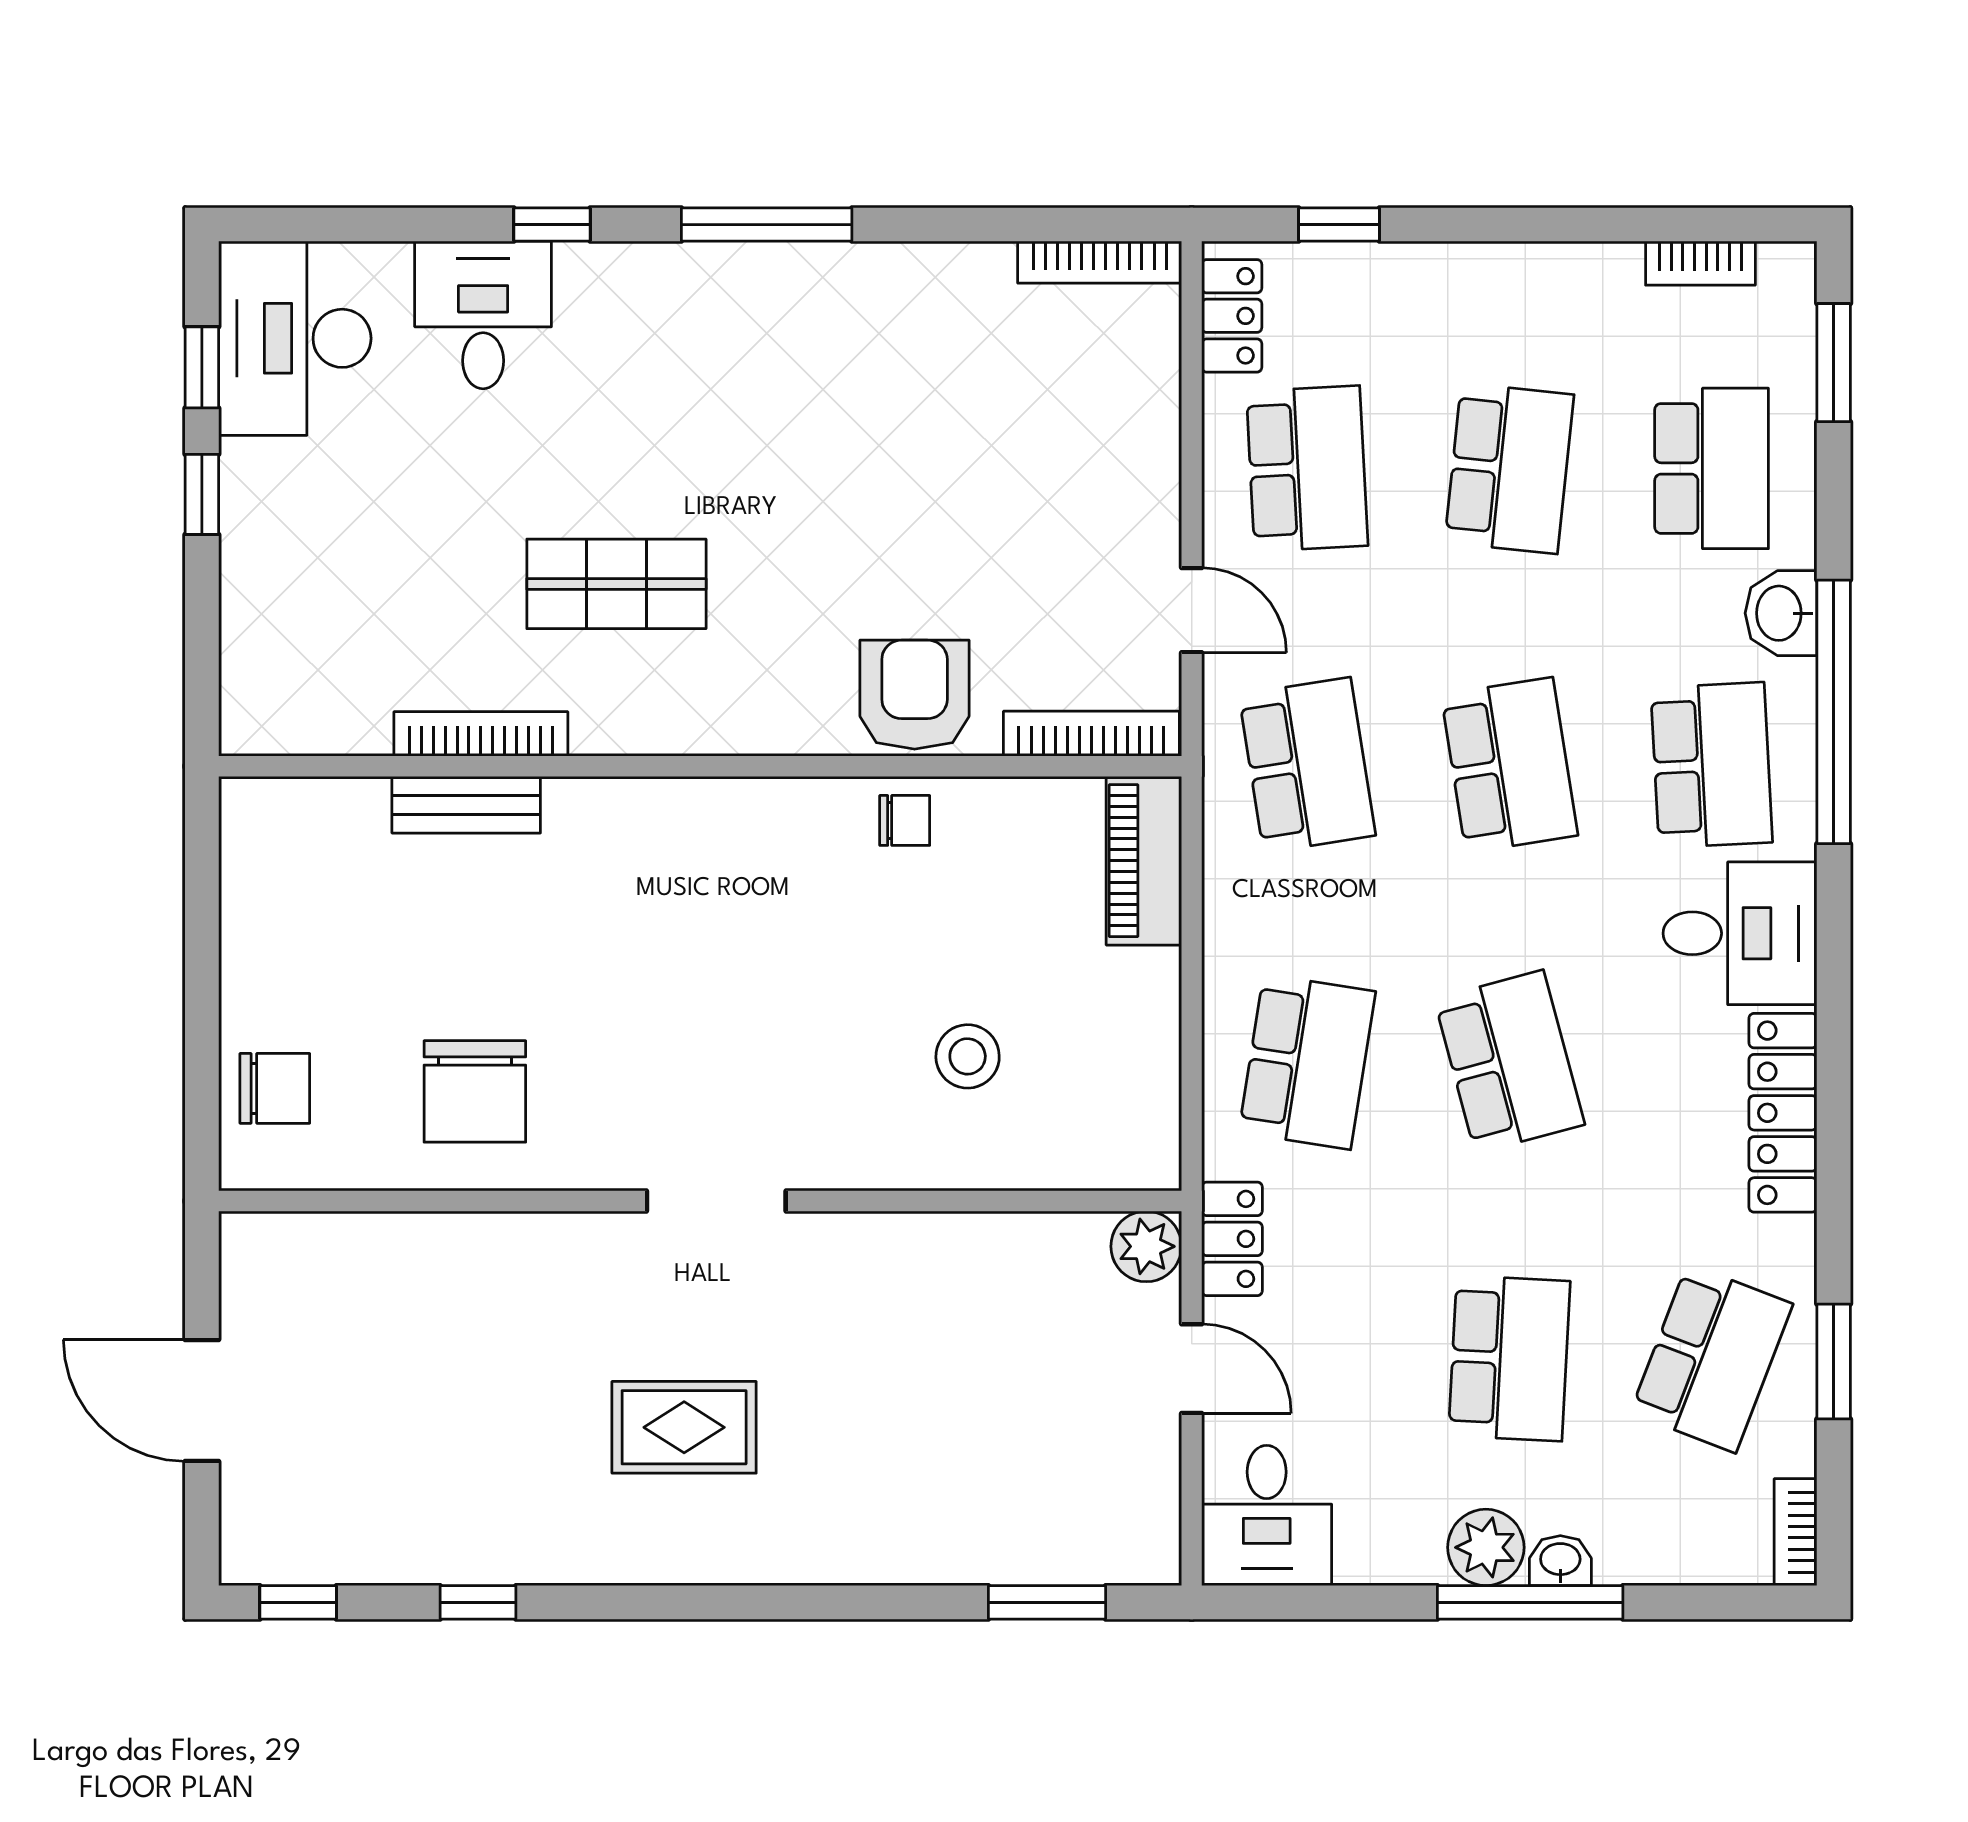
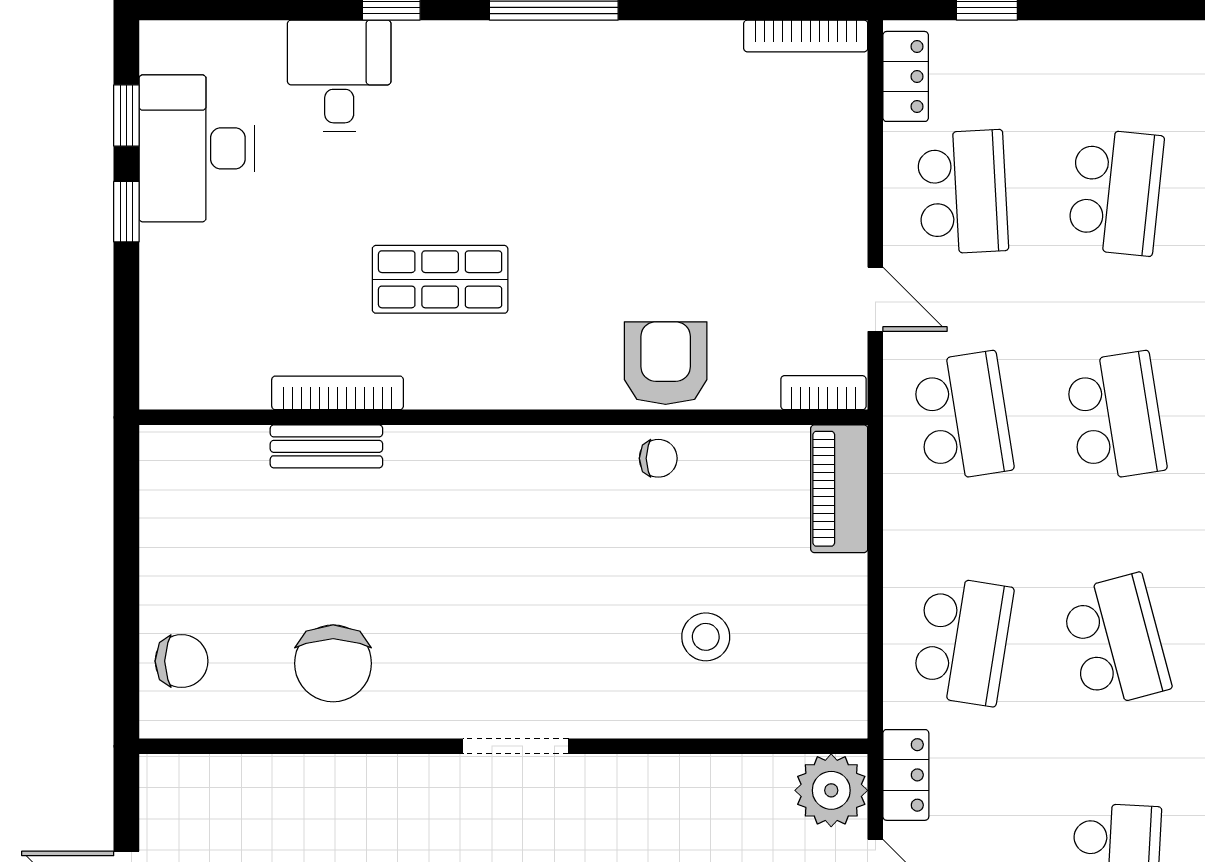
desk: (295, 338) -> (197, 148), moved
bookcase: (1091, 734) -> (823, 393), width x0.64
plant: (1146, 1246) -> (831, 790), width x1.36, depth x1.36

